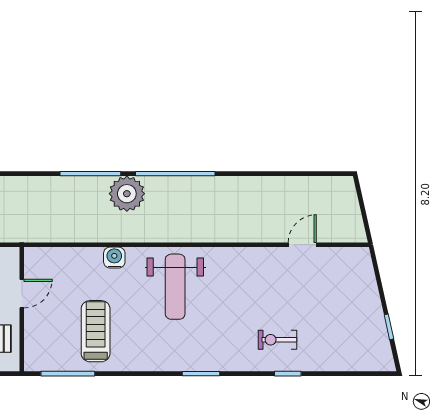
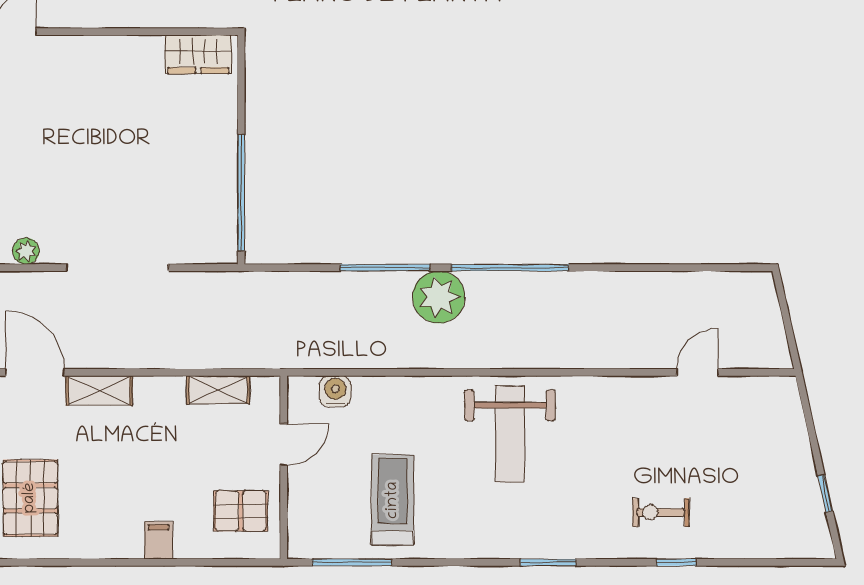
water cooler: (114, 258) -> (335, 391), moved

